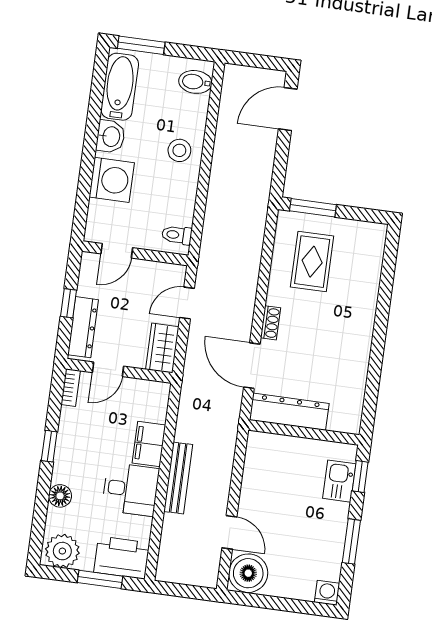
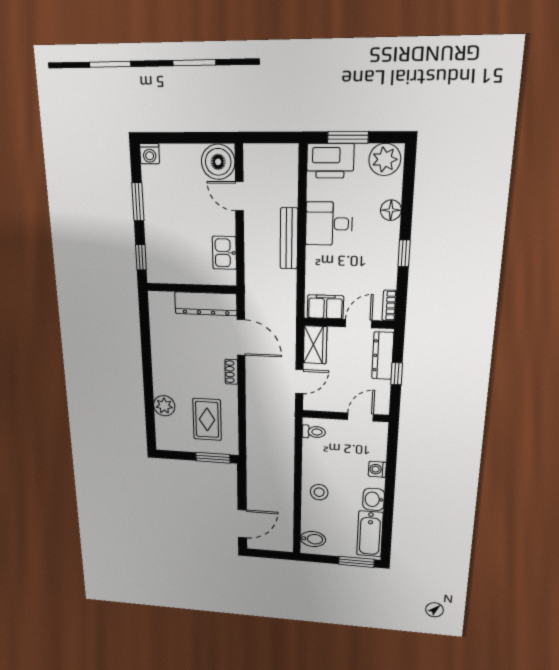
washing machine: (112, 180) -> (377, 469), width x0.53, depth x0.53
plant: (366, 285) -> (164, 406), added
filing cabinet: (149, 444) -> (325, 307), moved, turned -90
kitchen sink: (339, 481) -> (224, 253), moved, turned 180

